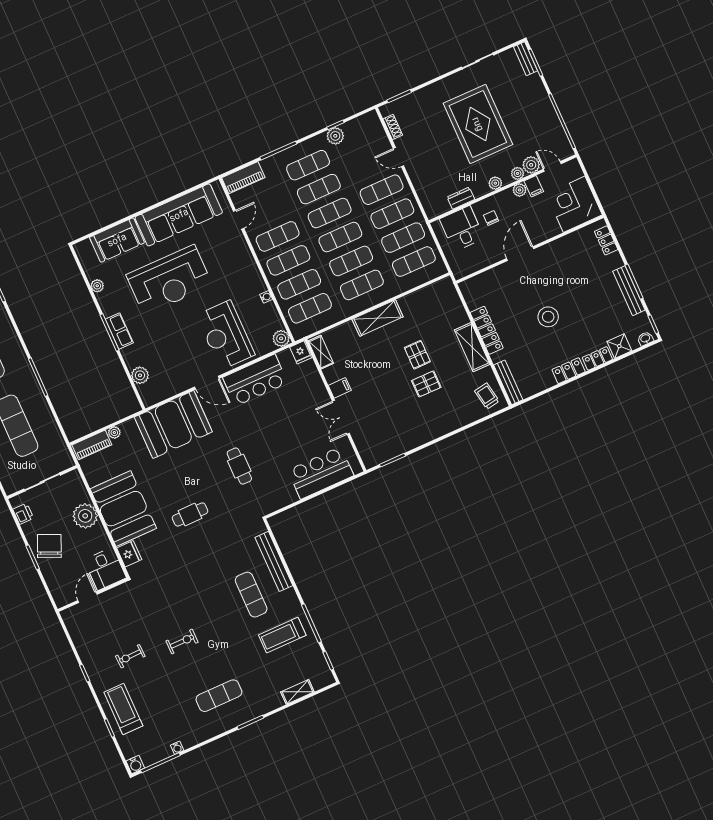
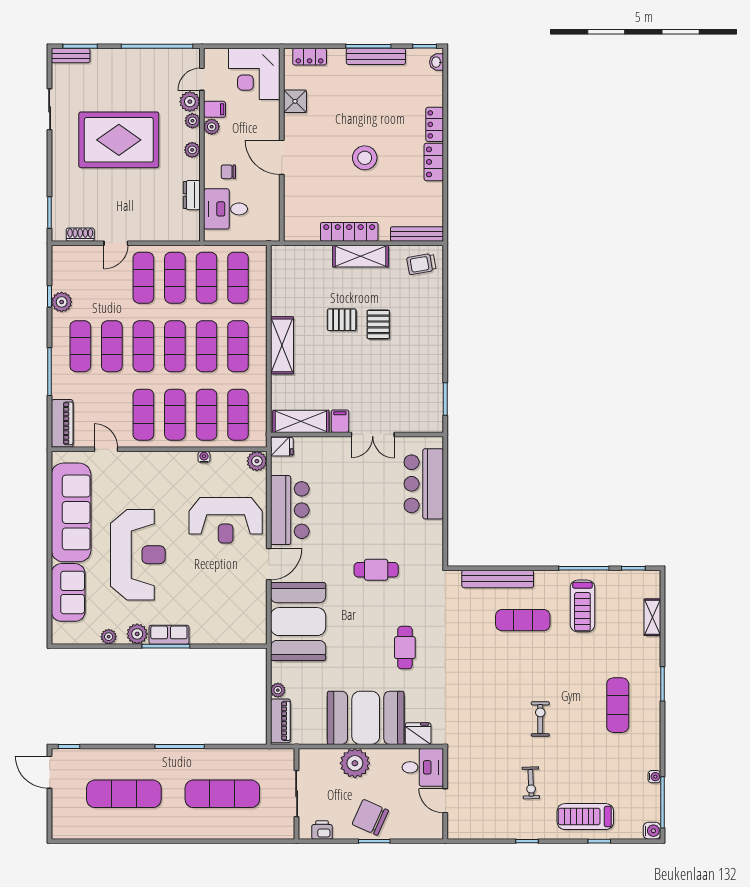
shower: (619, 346) -> (295, 101), moved
shelving: (321, 352) -> (301, 421), width x1.50, depth x1.33
plant: (140, 375) -> (137, 634), moved

